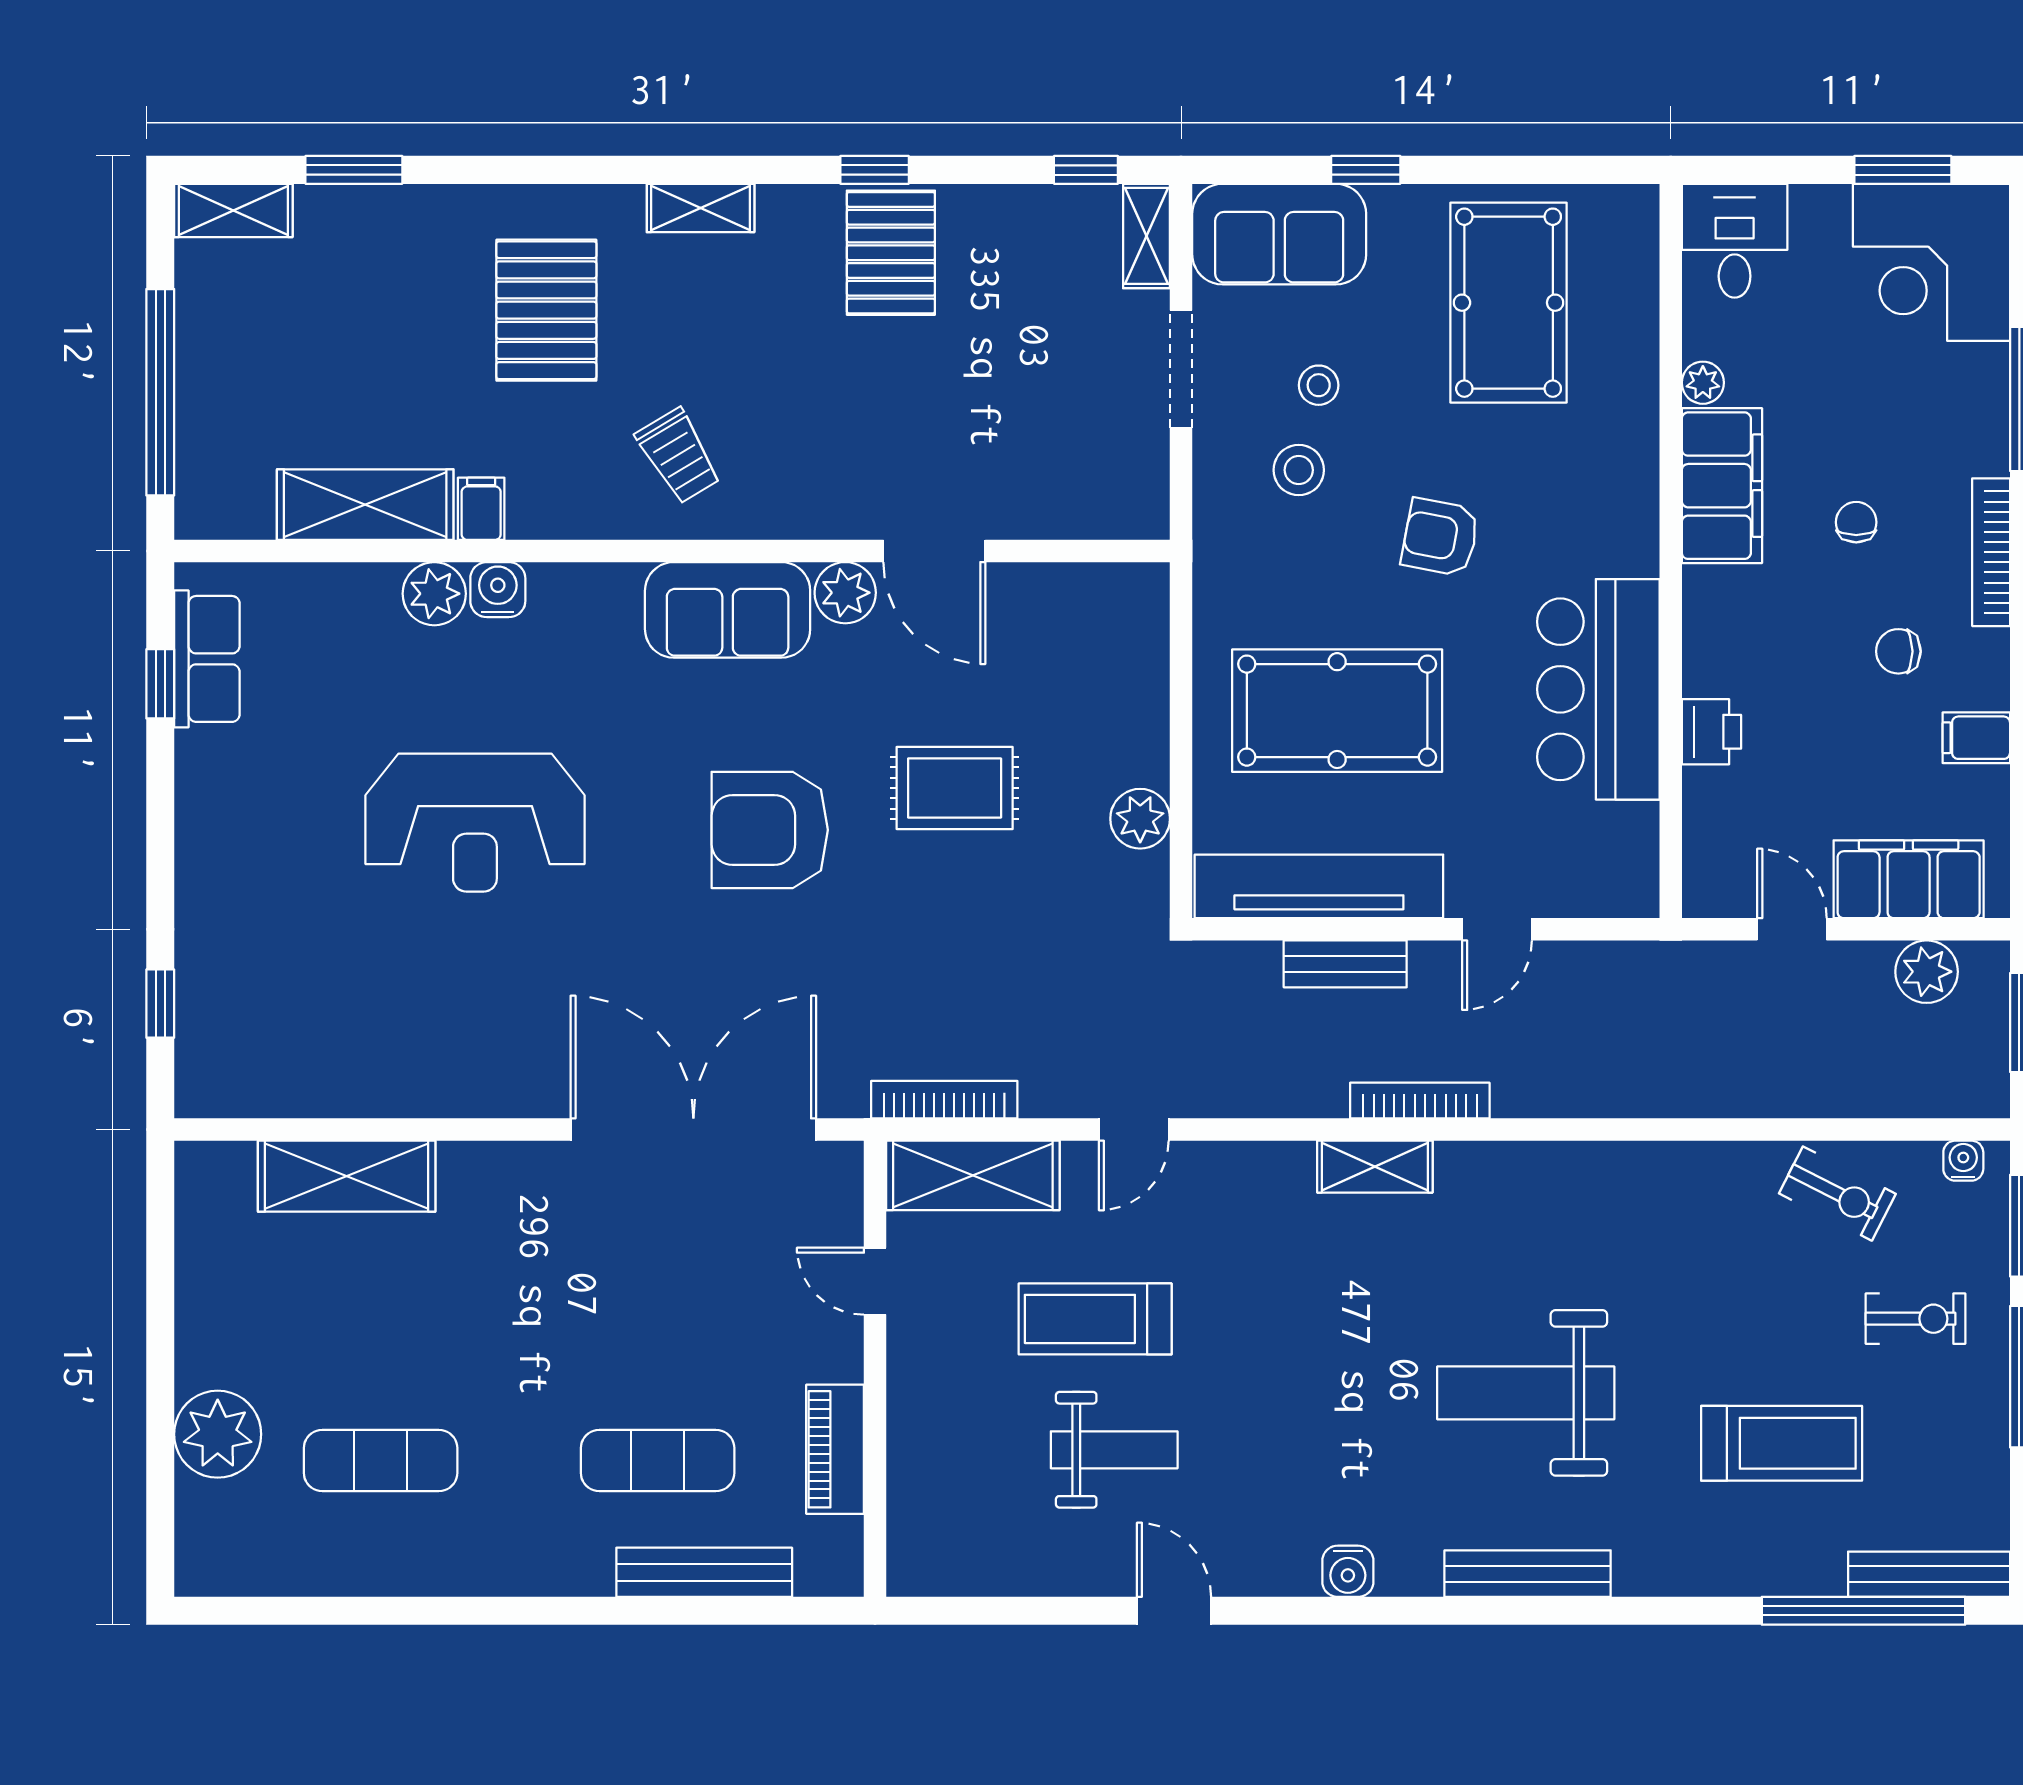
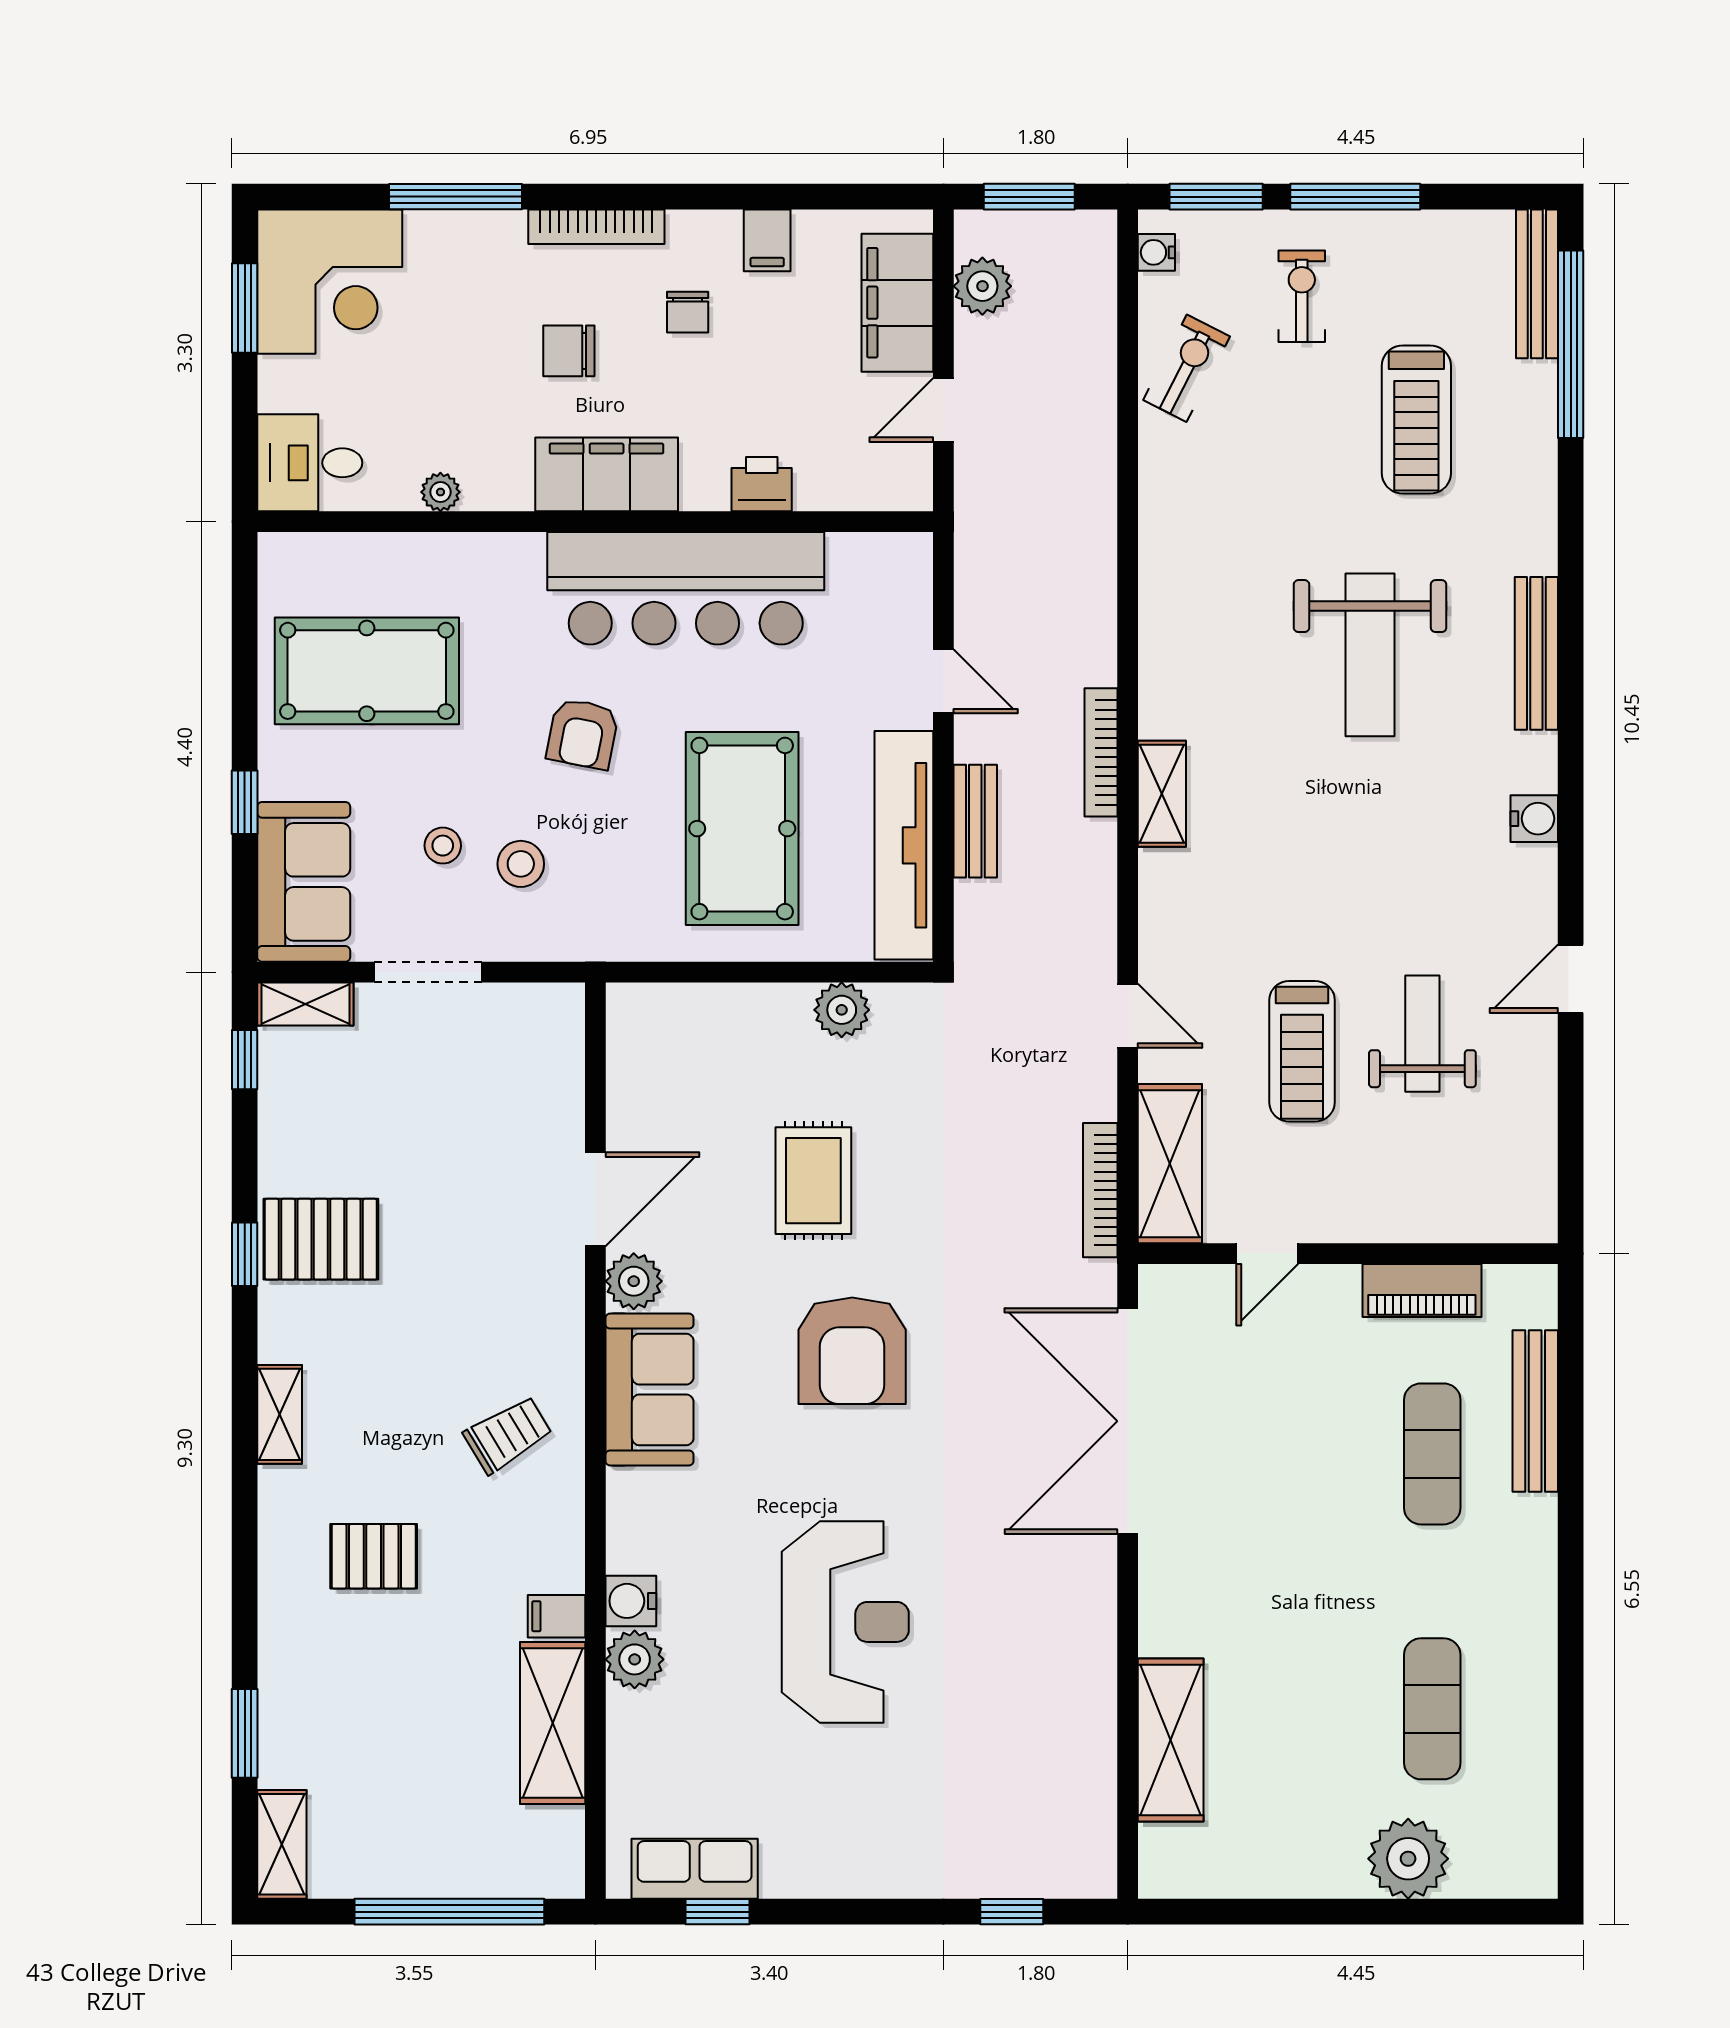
pallet: (546, 310) -> (374, 1556), width x0.67, depth x0.71
filing cabinet: (1722, 486) -> (607, 474), moved
chair: (1856, 522) -> (569, 351), width x1.37, depth x1.37
bar counter: (1598, 689) -> (686, 588), width x1.36
treadmill: (1782, 1443) -> (1416, 420), turned 180

